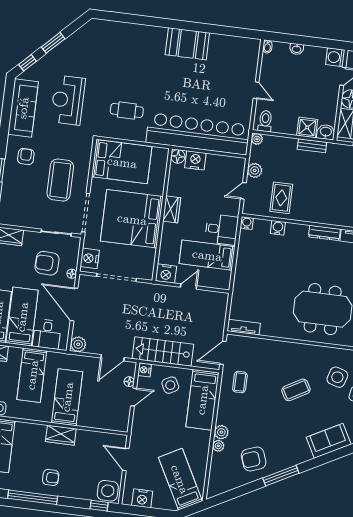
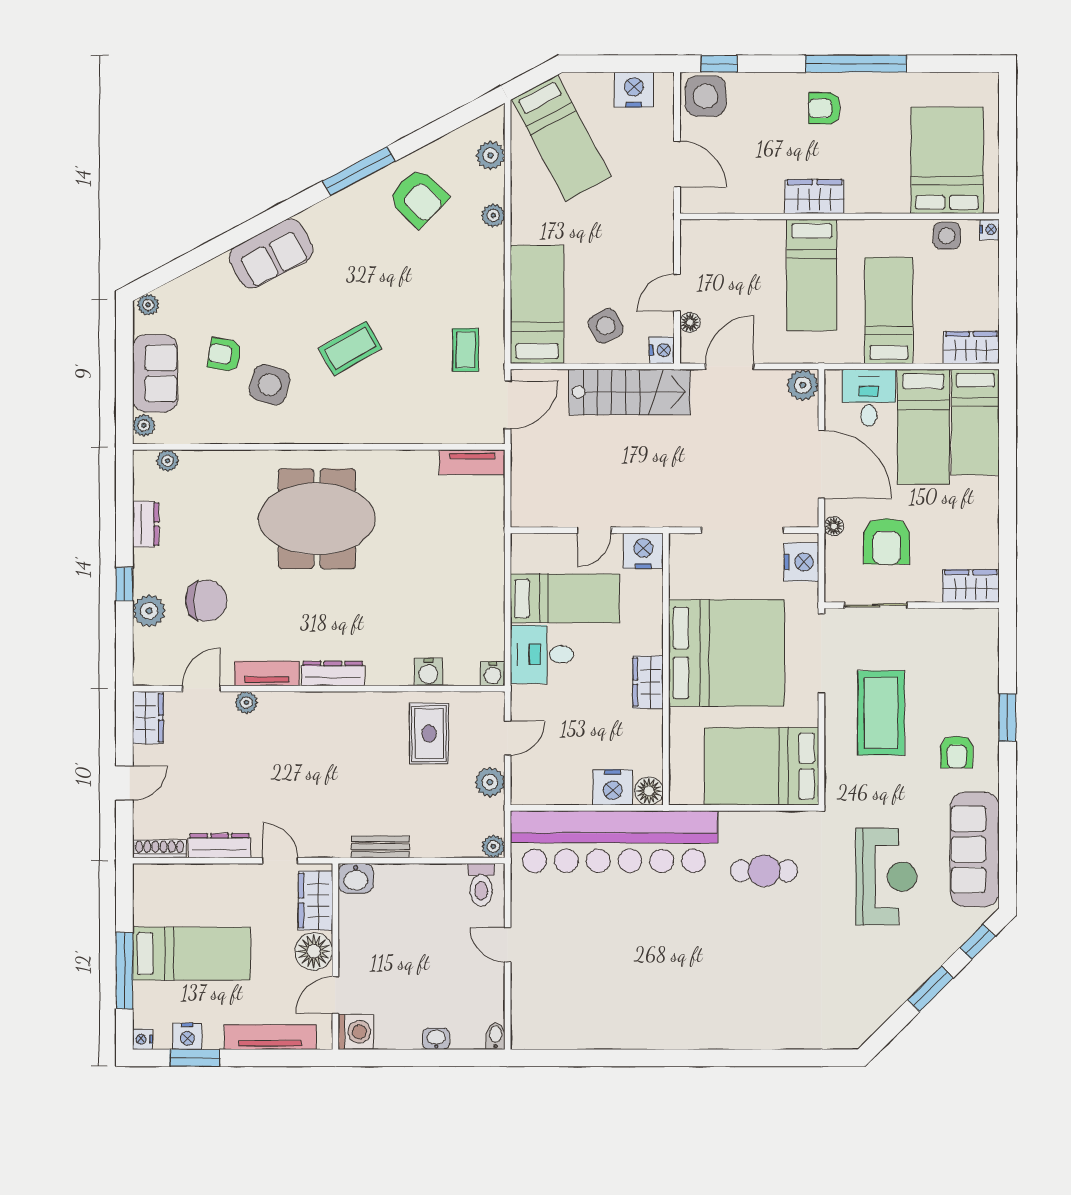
booth: (187, 44) -> (659, 1021), removed
shower: (307, 127) -> (395, 883), removed
armchair: (47, 263) -> (887, 541), turned 88
plant: (221, 432) -> (490, 155), moved
armchair: (254, 459) -> (418, 198), turned 64

